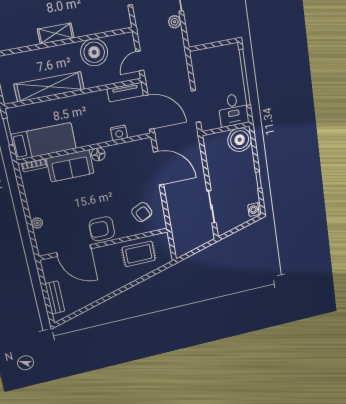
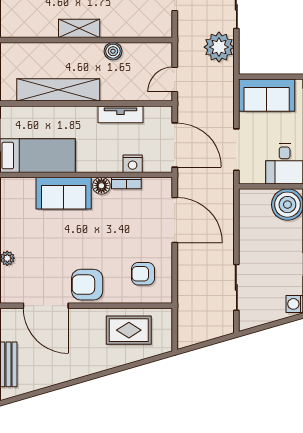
plant: (175, 22) -> (219, 47), width x1.88, depth x1.88
boiler: (94, 52) -> (113, 51), width x0.54, depth x0.54
sofa: (212, 60) -> (267, 95), added
tv unit: (126, 92) -> (120, 114), moved
bookcase: (34, 165) -> (126, 183), moved
armchair: (142, 212) -> (143, 274), turned 116

